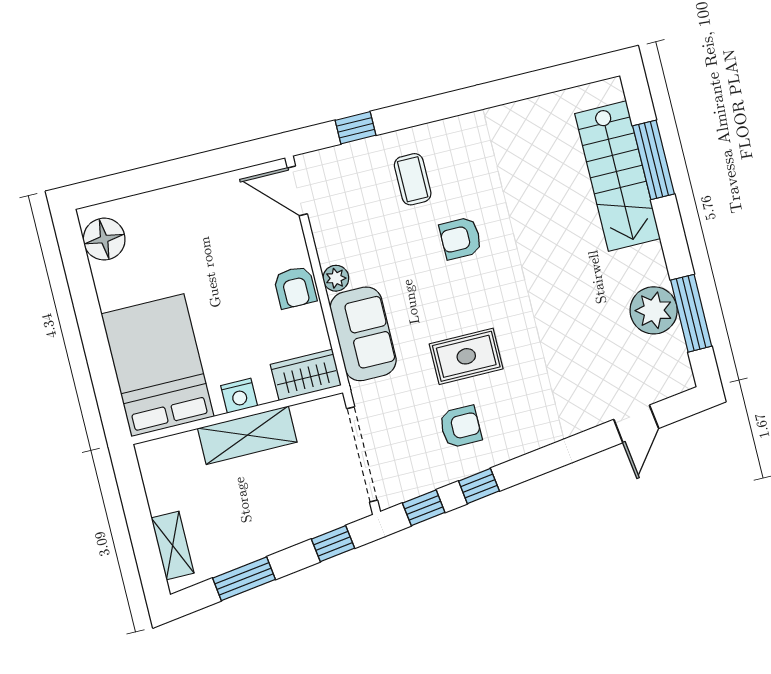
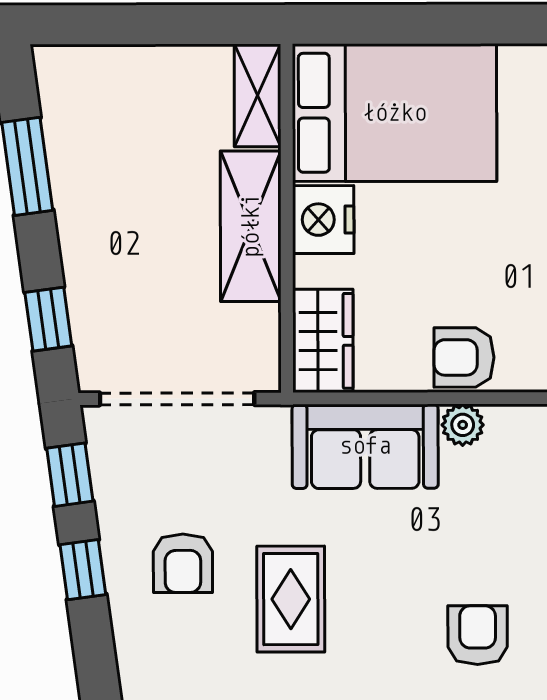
nightstand: (239, 396) -> (323, 220), width x1.36, depth x1.33
shelving: (173, 545) -> (258, 95), moved, turned 90

